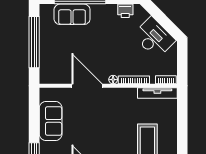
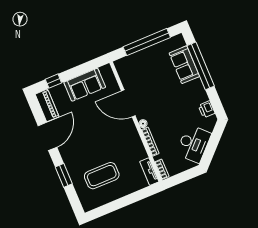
door: (87, 86) -> (128, 103), swing flipped
tv unit: (157, 93) -> (149, 172), width x0.71

